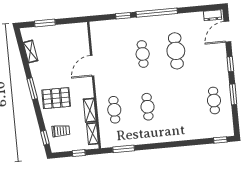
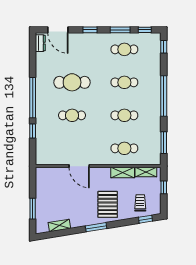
cafe table: (181, 104) -> (124, 82), added
window: (235, 119) -> (145, 30), added
window: (171, 145) -> (164, 96), added

